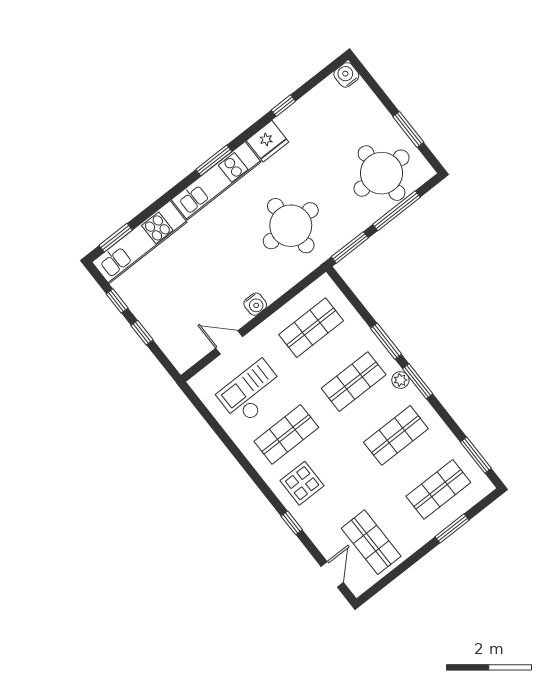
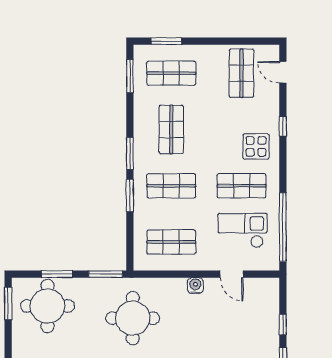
window: (408, 129) -> (8, 303), moved
window: (397, 211) -> (57, 274), width x0.69
plant: (400, 380) -> (140, 163), removed
checkout: (252, 393) -> (243, 230), turned 180
window: (216, 426) -> (283, 227), added
shop shelf: (396, 435) -> (171, 129), turned 90
window: (452, 528) -> (166, 41), moved
door: (332, 574) -> (283, 72), hinge flipped

